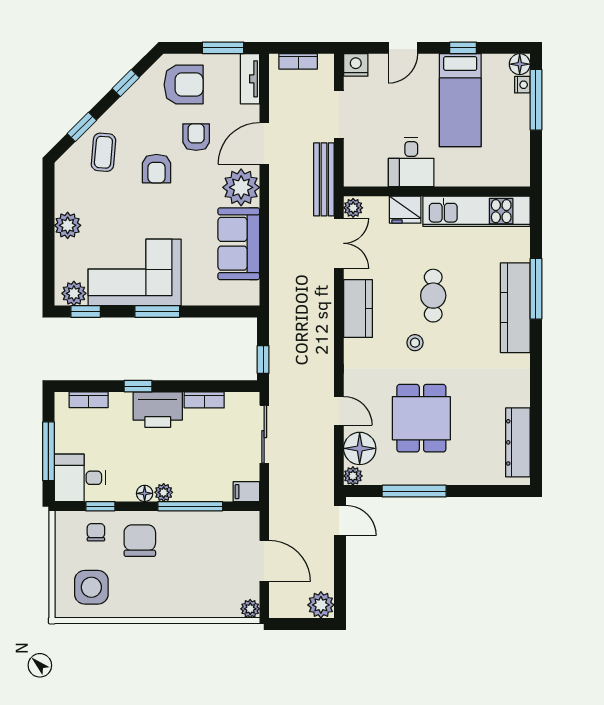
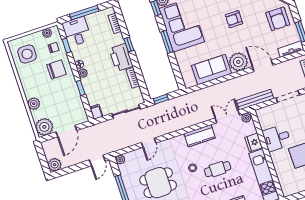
armchair: (196, 137) -> (255, 33), removed
double door: (339, 243) -> (227, 117), swing flipped
floor lamp: (360, 448) -> (134, 158), removed
window: (190, 506) -> (81, 88), width x0.46
plant: (64, 535) -> (47, 33), added
plant: (191, 606) -> (34, 104), added
plant: (250, 609) -> (44, 127), width x1.87, depth x1.87

